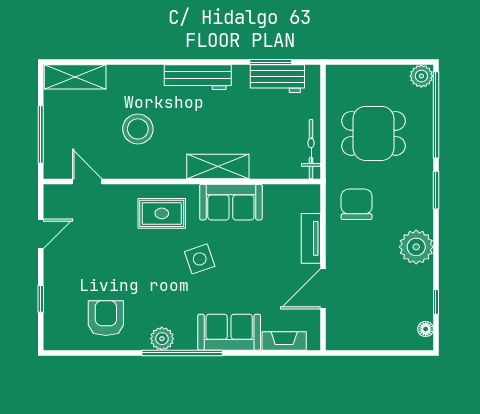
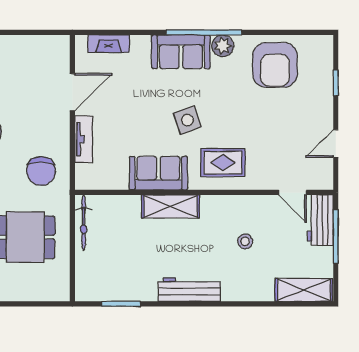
workbench: (277, 79) -> (320, 220), moved, turned -90
stool: (138, 129) -> (245, 241), width x0.53, depth x0.53
armchair: (106, 318) -> (275, 65), width x1.36, depth x1.36
sofa: (229, 332) -> (181, 52), moved

